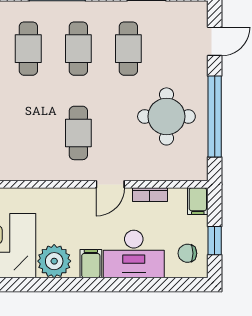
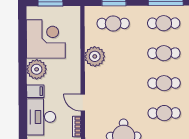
cafe table: (78, 133) -> (113, 83), removed
plant: (33, 164) -> (95, 56), added

